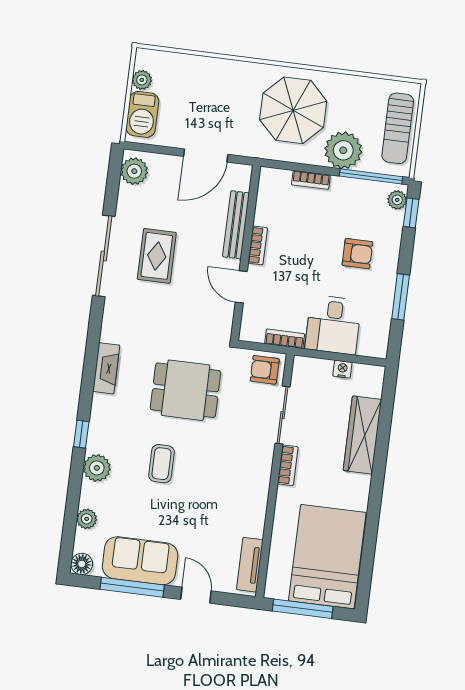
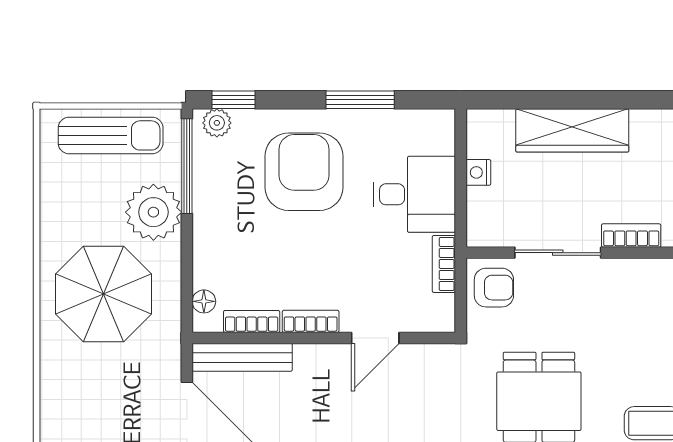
floor lamp: (280, 176) -> (204, 301), added
bookcase: (311, 180) -> (252, 321), moved, turned -90
bench: (236, 225) -> (242, 357), moved
armchair: (357, 254) -> (304, 172), width x1.88, depth x1.88
armchair: (265, 370) -> (494, 288), turned -90

